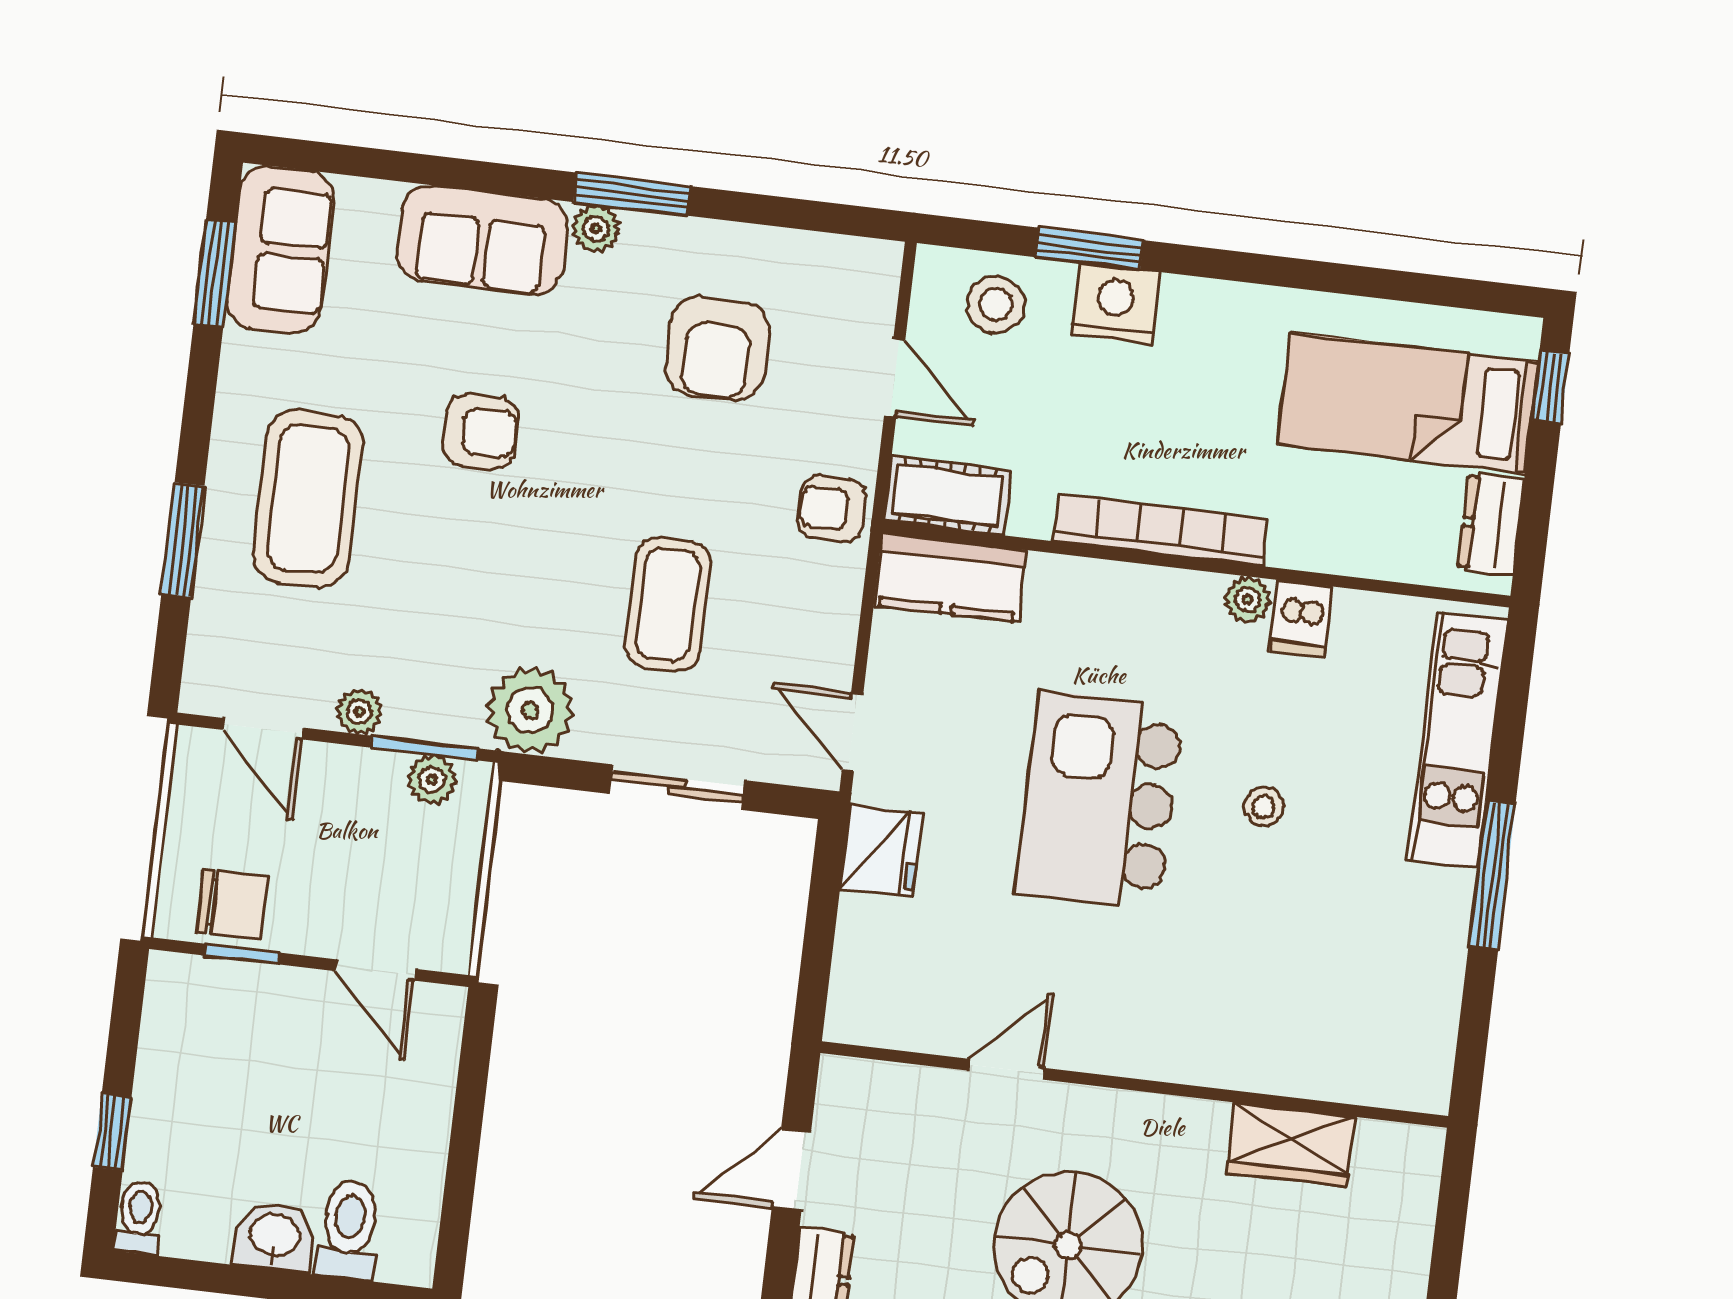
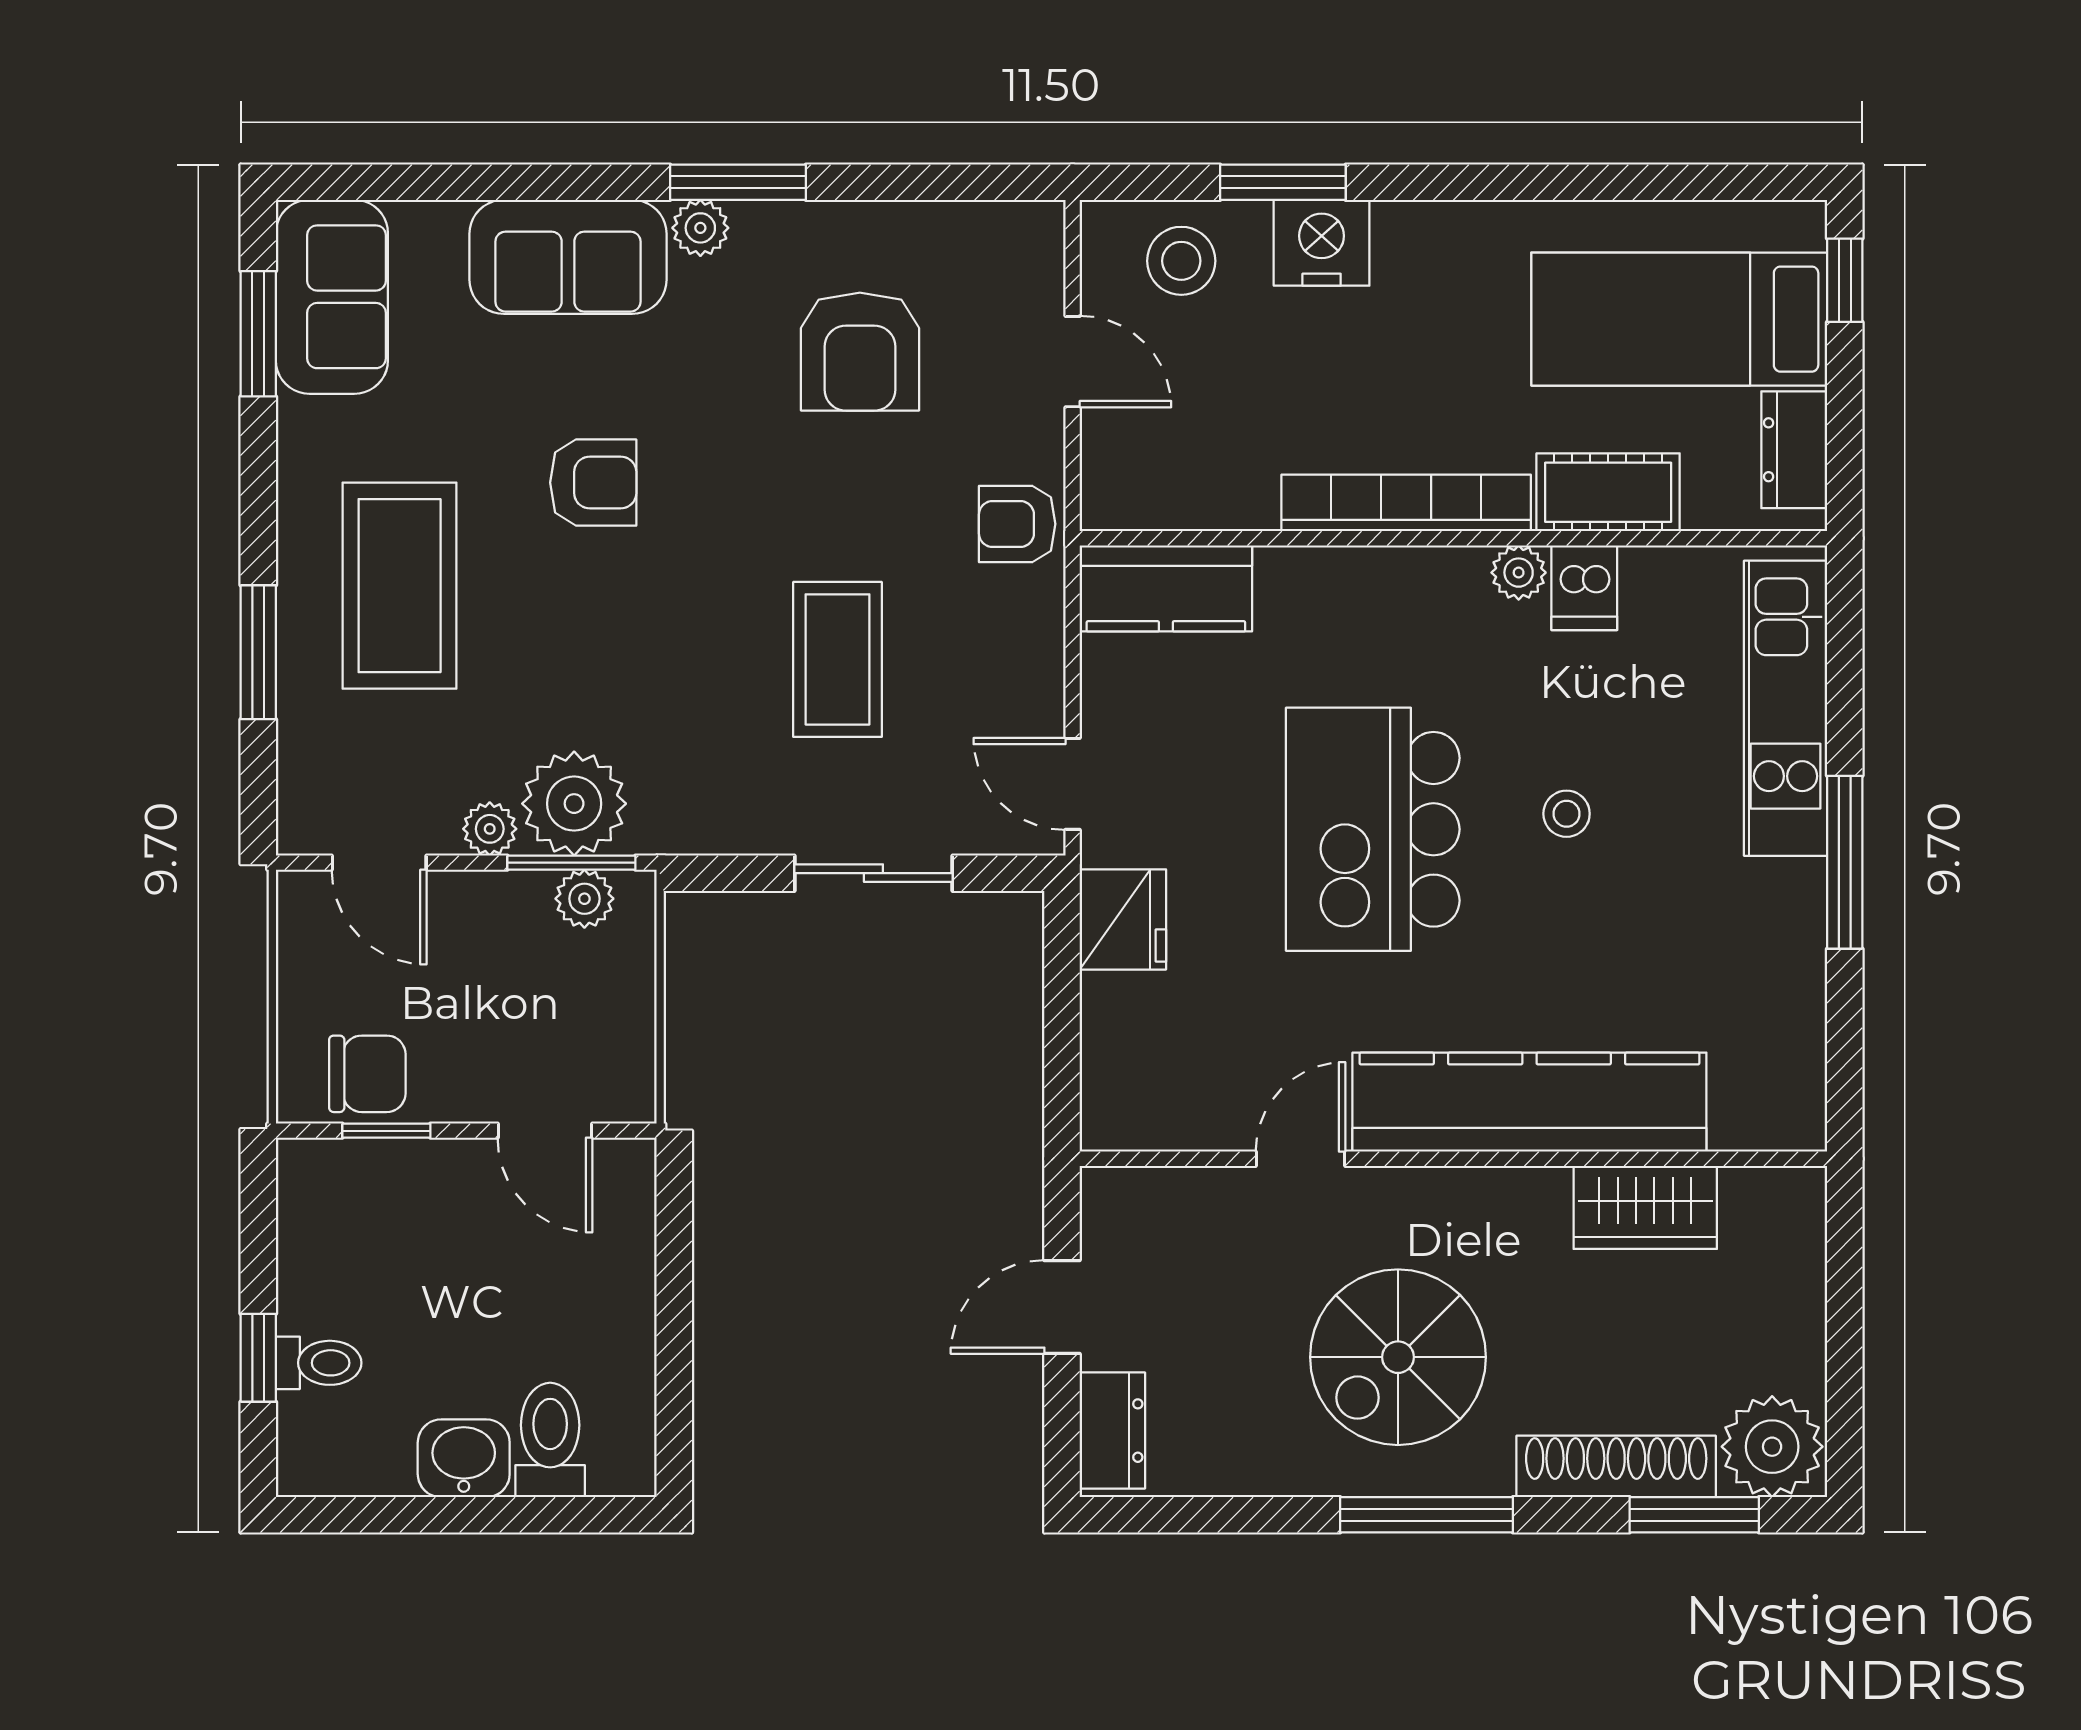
cot: (948, 495) -> (1608, 492), moved
plant: (530, 710) -> (574, 804), moved
kitchen counter: (1204, 1045) -> (1529, 1102), added
toilet: (139, 1217) -> (319, 1363), moved, turned 90

